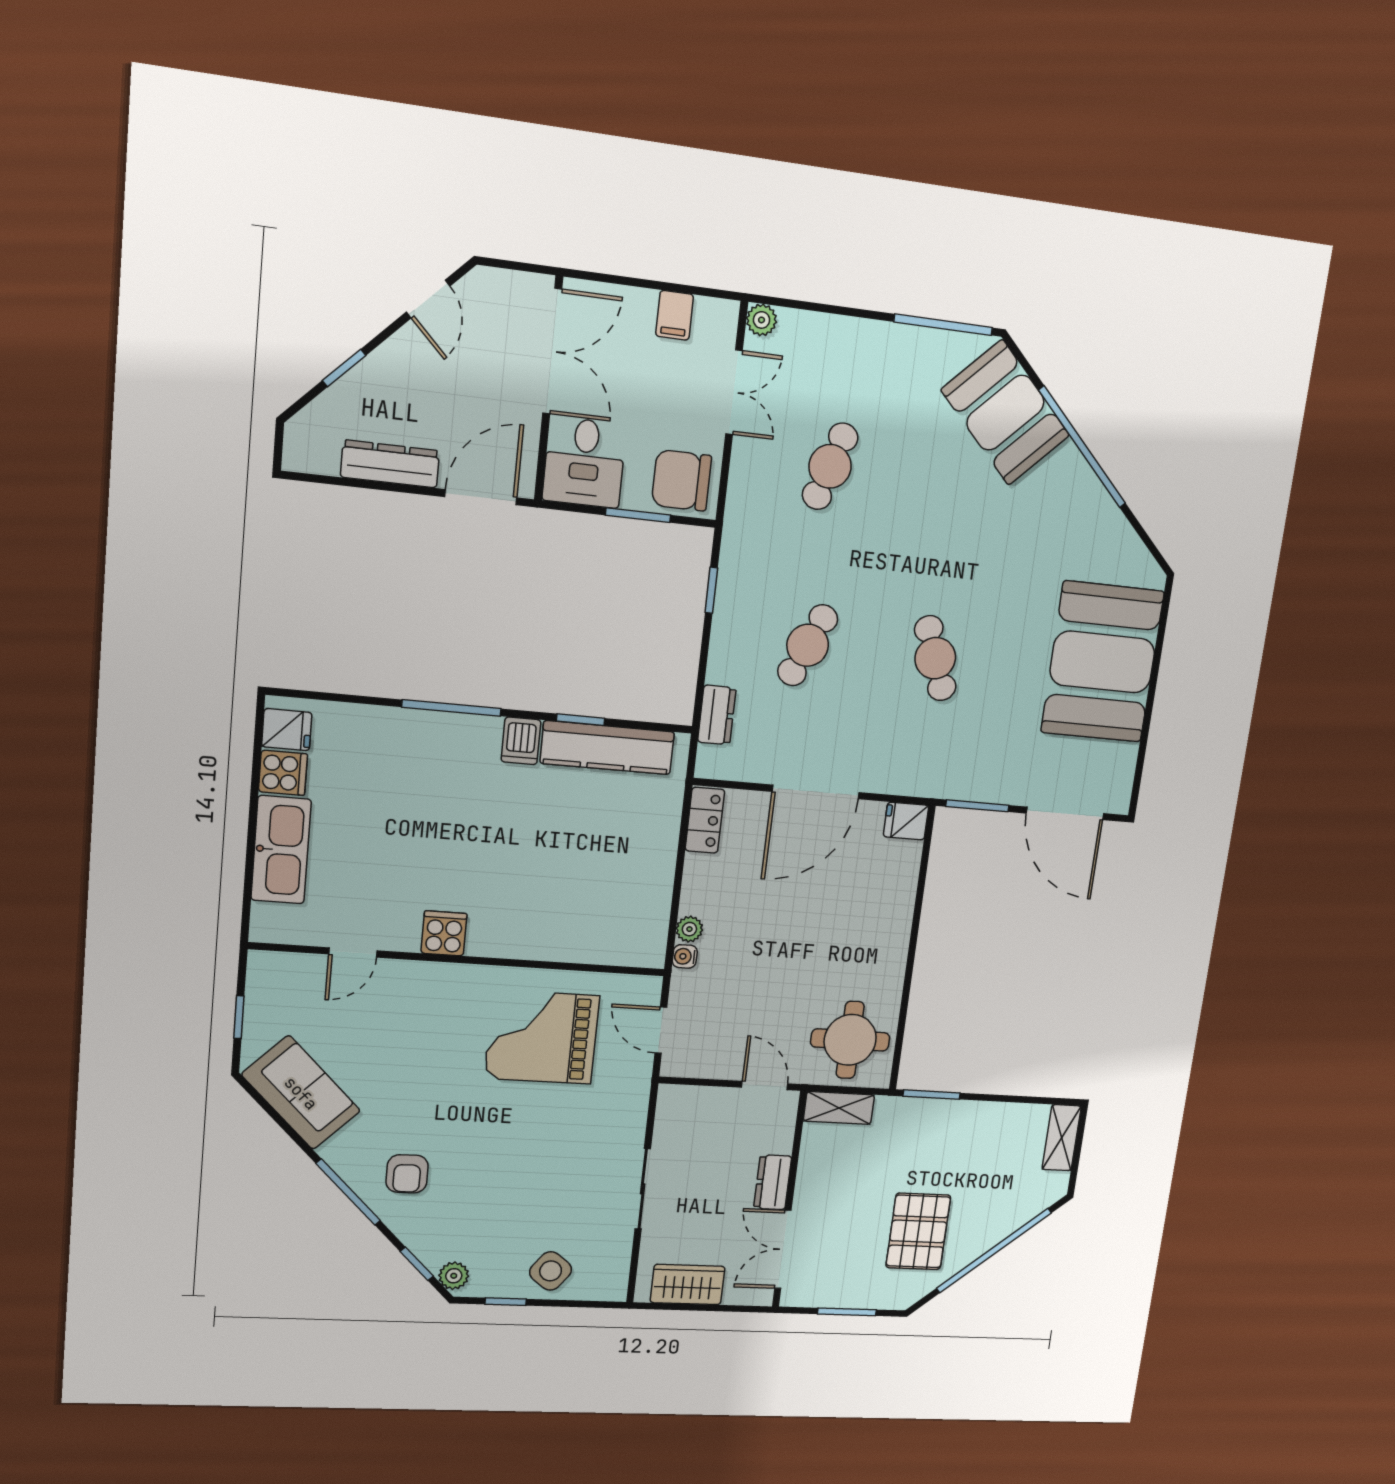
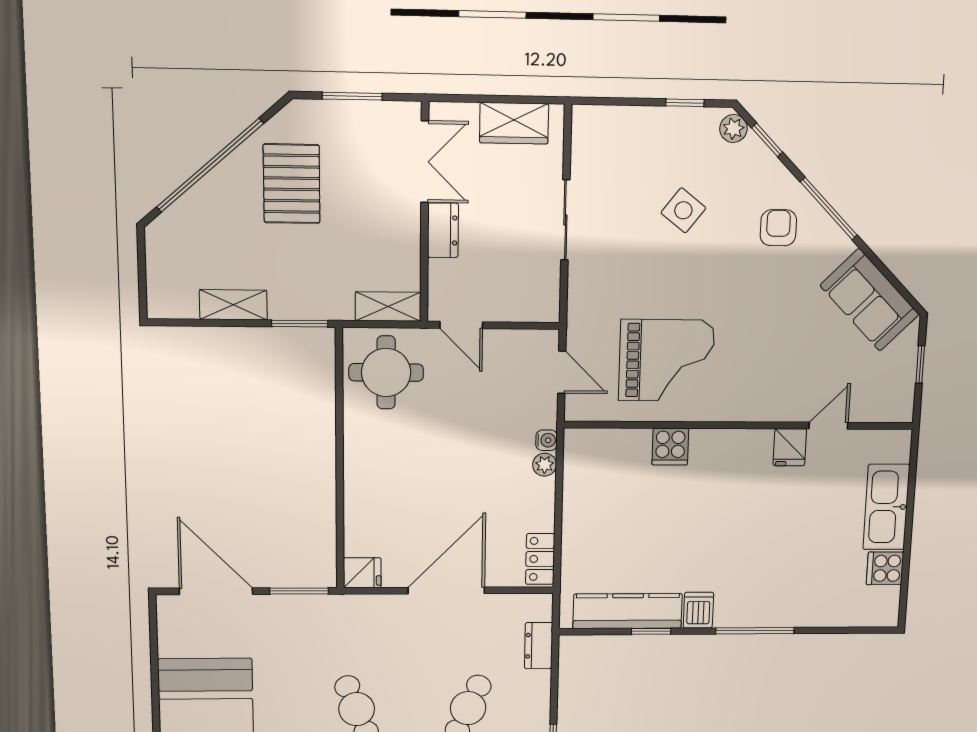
fridge: (287, 730) -> (790, 447), moved, turned -90
cooker: (444, 933) -> (670, 447), moved
shelving: (1062, 1138) -> (233, 305), moved, turned 90
side table: (551, 1271) -> (683, 210), moved

